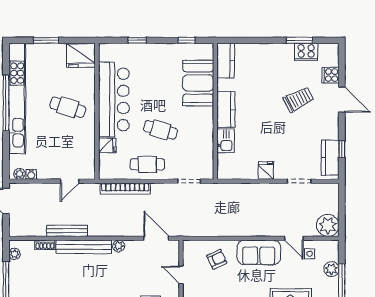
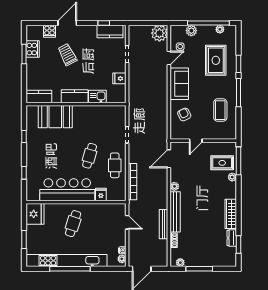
kitchen counter: (226, 61) -> (39, 97), moved
booth: (198, 83) -> (55, 117), moved
kitchen counter: (226, 110) -> (75, 96), moved
wall: (215, 111) -> (76, 104), moved
kitchen sink: (226, 141) -> (97, 97), moved

